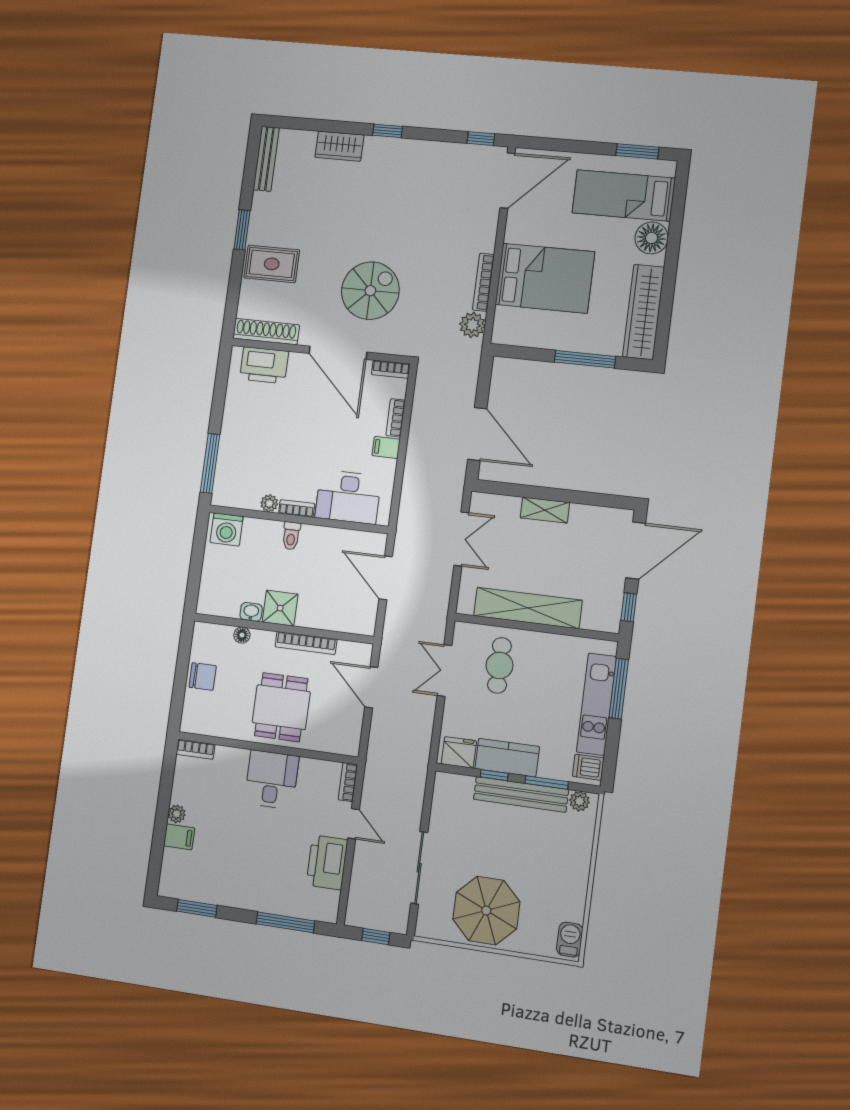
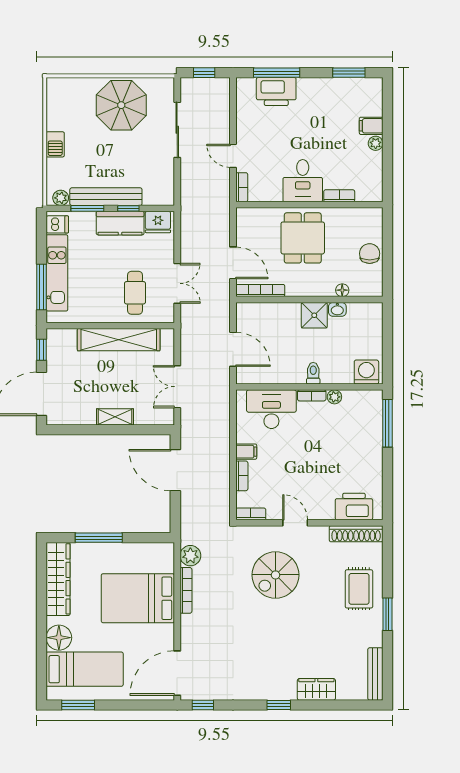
rug: (272, 264) -> (359, 589), turned 90
door: (338, 353) -> (295, 523), width x0.53
bookcase: (306, 643) -> (260, 290), moved
chair: (203, 677) -> (370, 254), turned 90
bookcase: (195, 749) -> (339, 196), moved
printer: (327, 862) -> (276, 91), moved, turned 90
barbecue: (570, 940) -> (55, 144), moved

